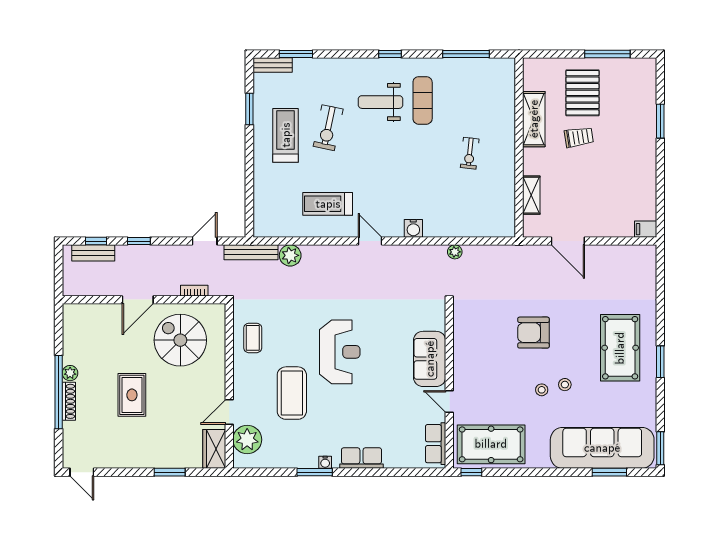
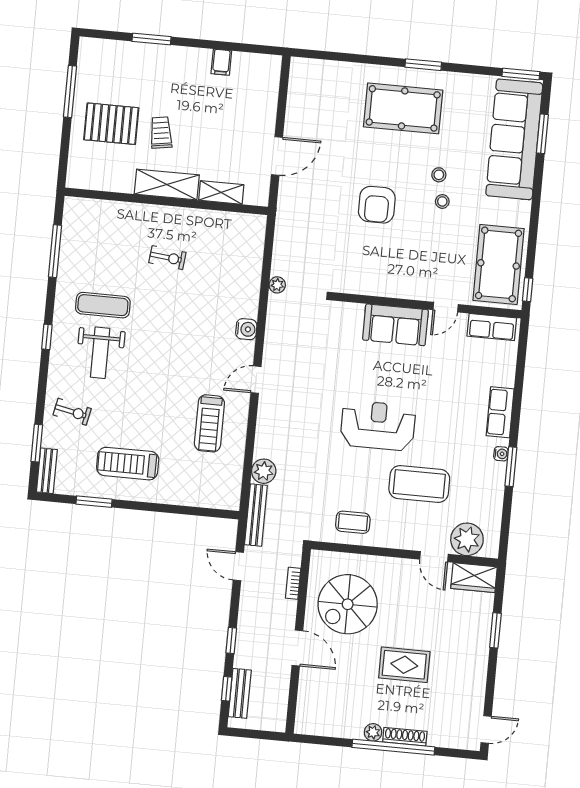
shelving: (534, 119) -> (167, 185), moved
exercise bike: (328, 128) -> (72, 412), moved, width x0.73, depth x0.72
filing cabinet: (646, 229) -> (221, 62), moved

